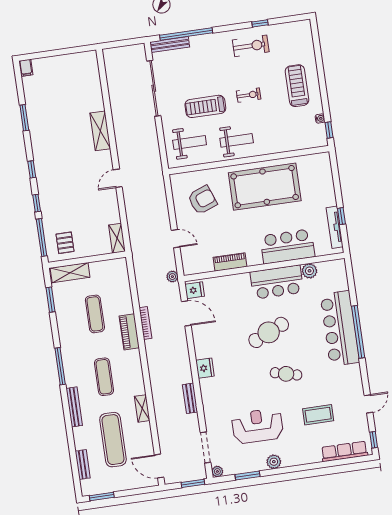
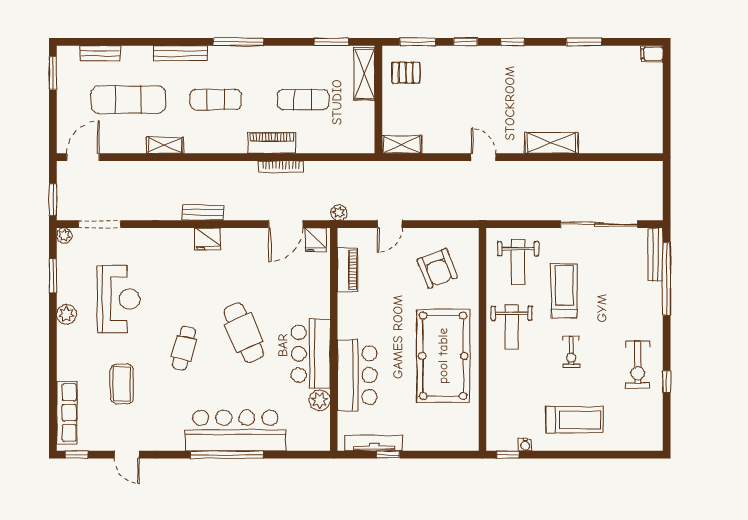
window: (42, 237) -> (418, 42), width x0.69
piano: (230, 262) -> (347, 270), moved
bench: (190, 398) -> (203, 213), moved

